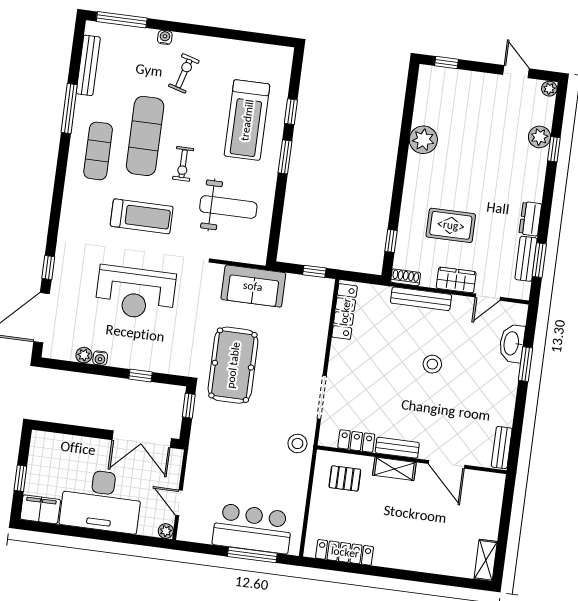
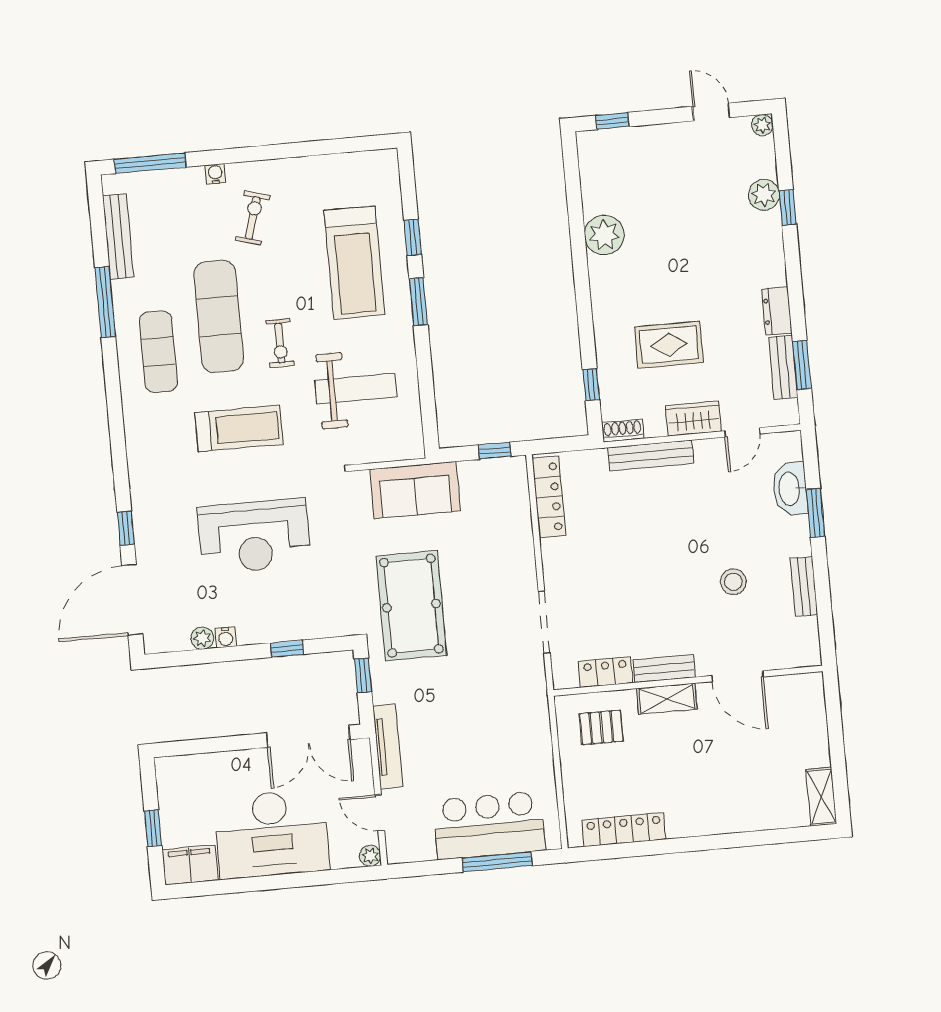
stool: (432, 364) -> (733, 582), moved
stool: (297, 443) -> (525, 694), removed
bench: (502, 448) -> (804, 586), moved
tv unit: (195, 459) -> (388, 747), added

